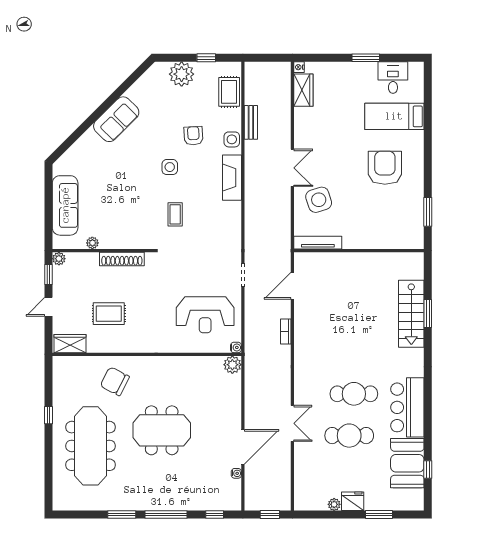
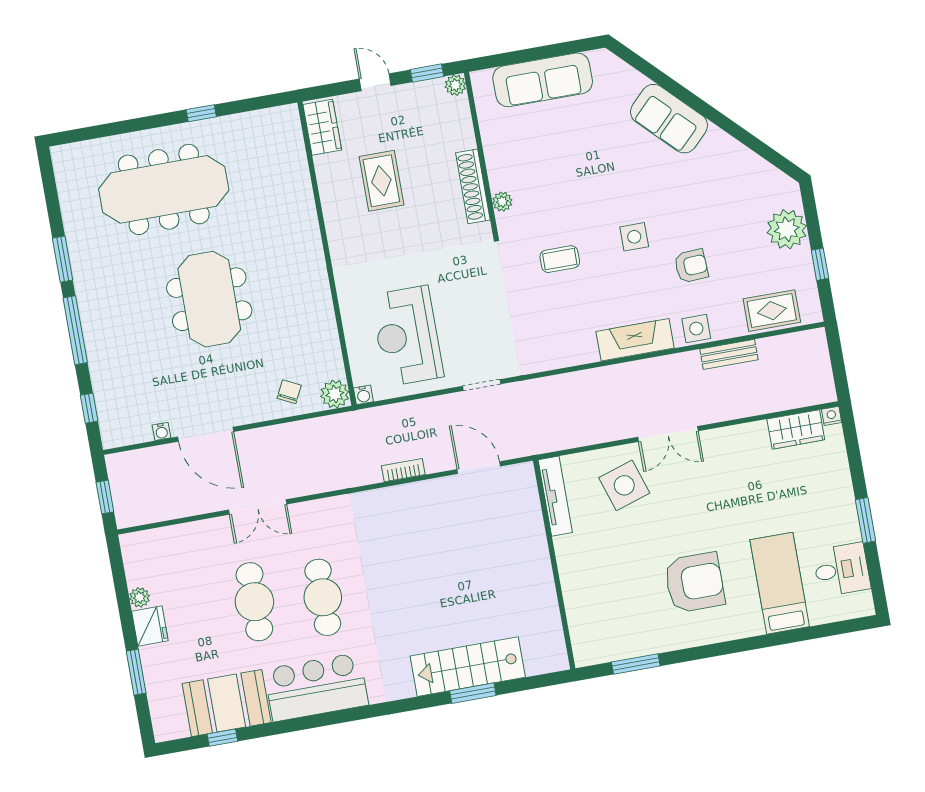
sofa: (116, 119) -> (669, 119), moved
plant: (92, 243) -> (502, 202), moved
chair: (115, 381) -> (289, 392), moved, width x0.54, depth x0.54

